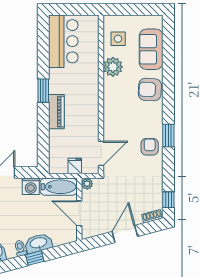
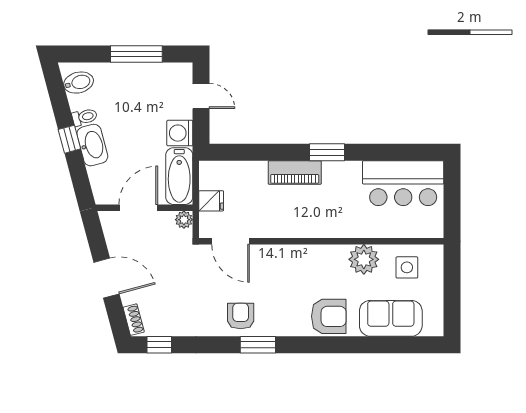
armchair: (150, 90) -> (329, 316), turned 87
armchair: (150, 147) -> (241, 316), turned -90

